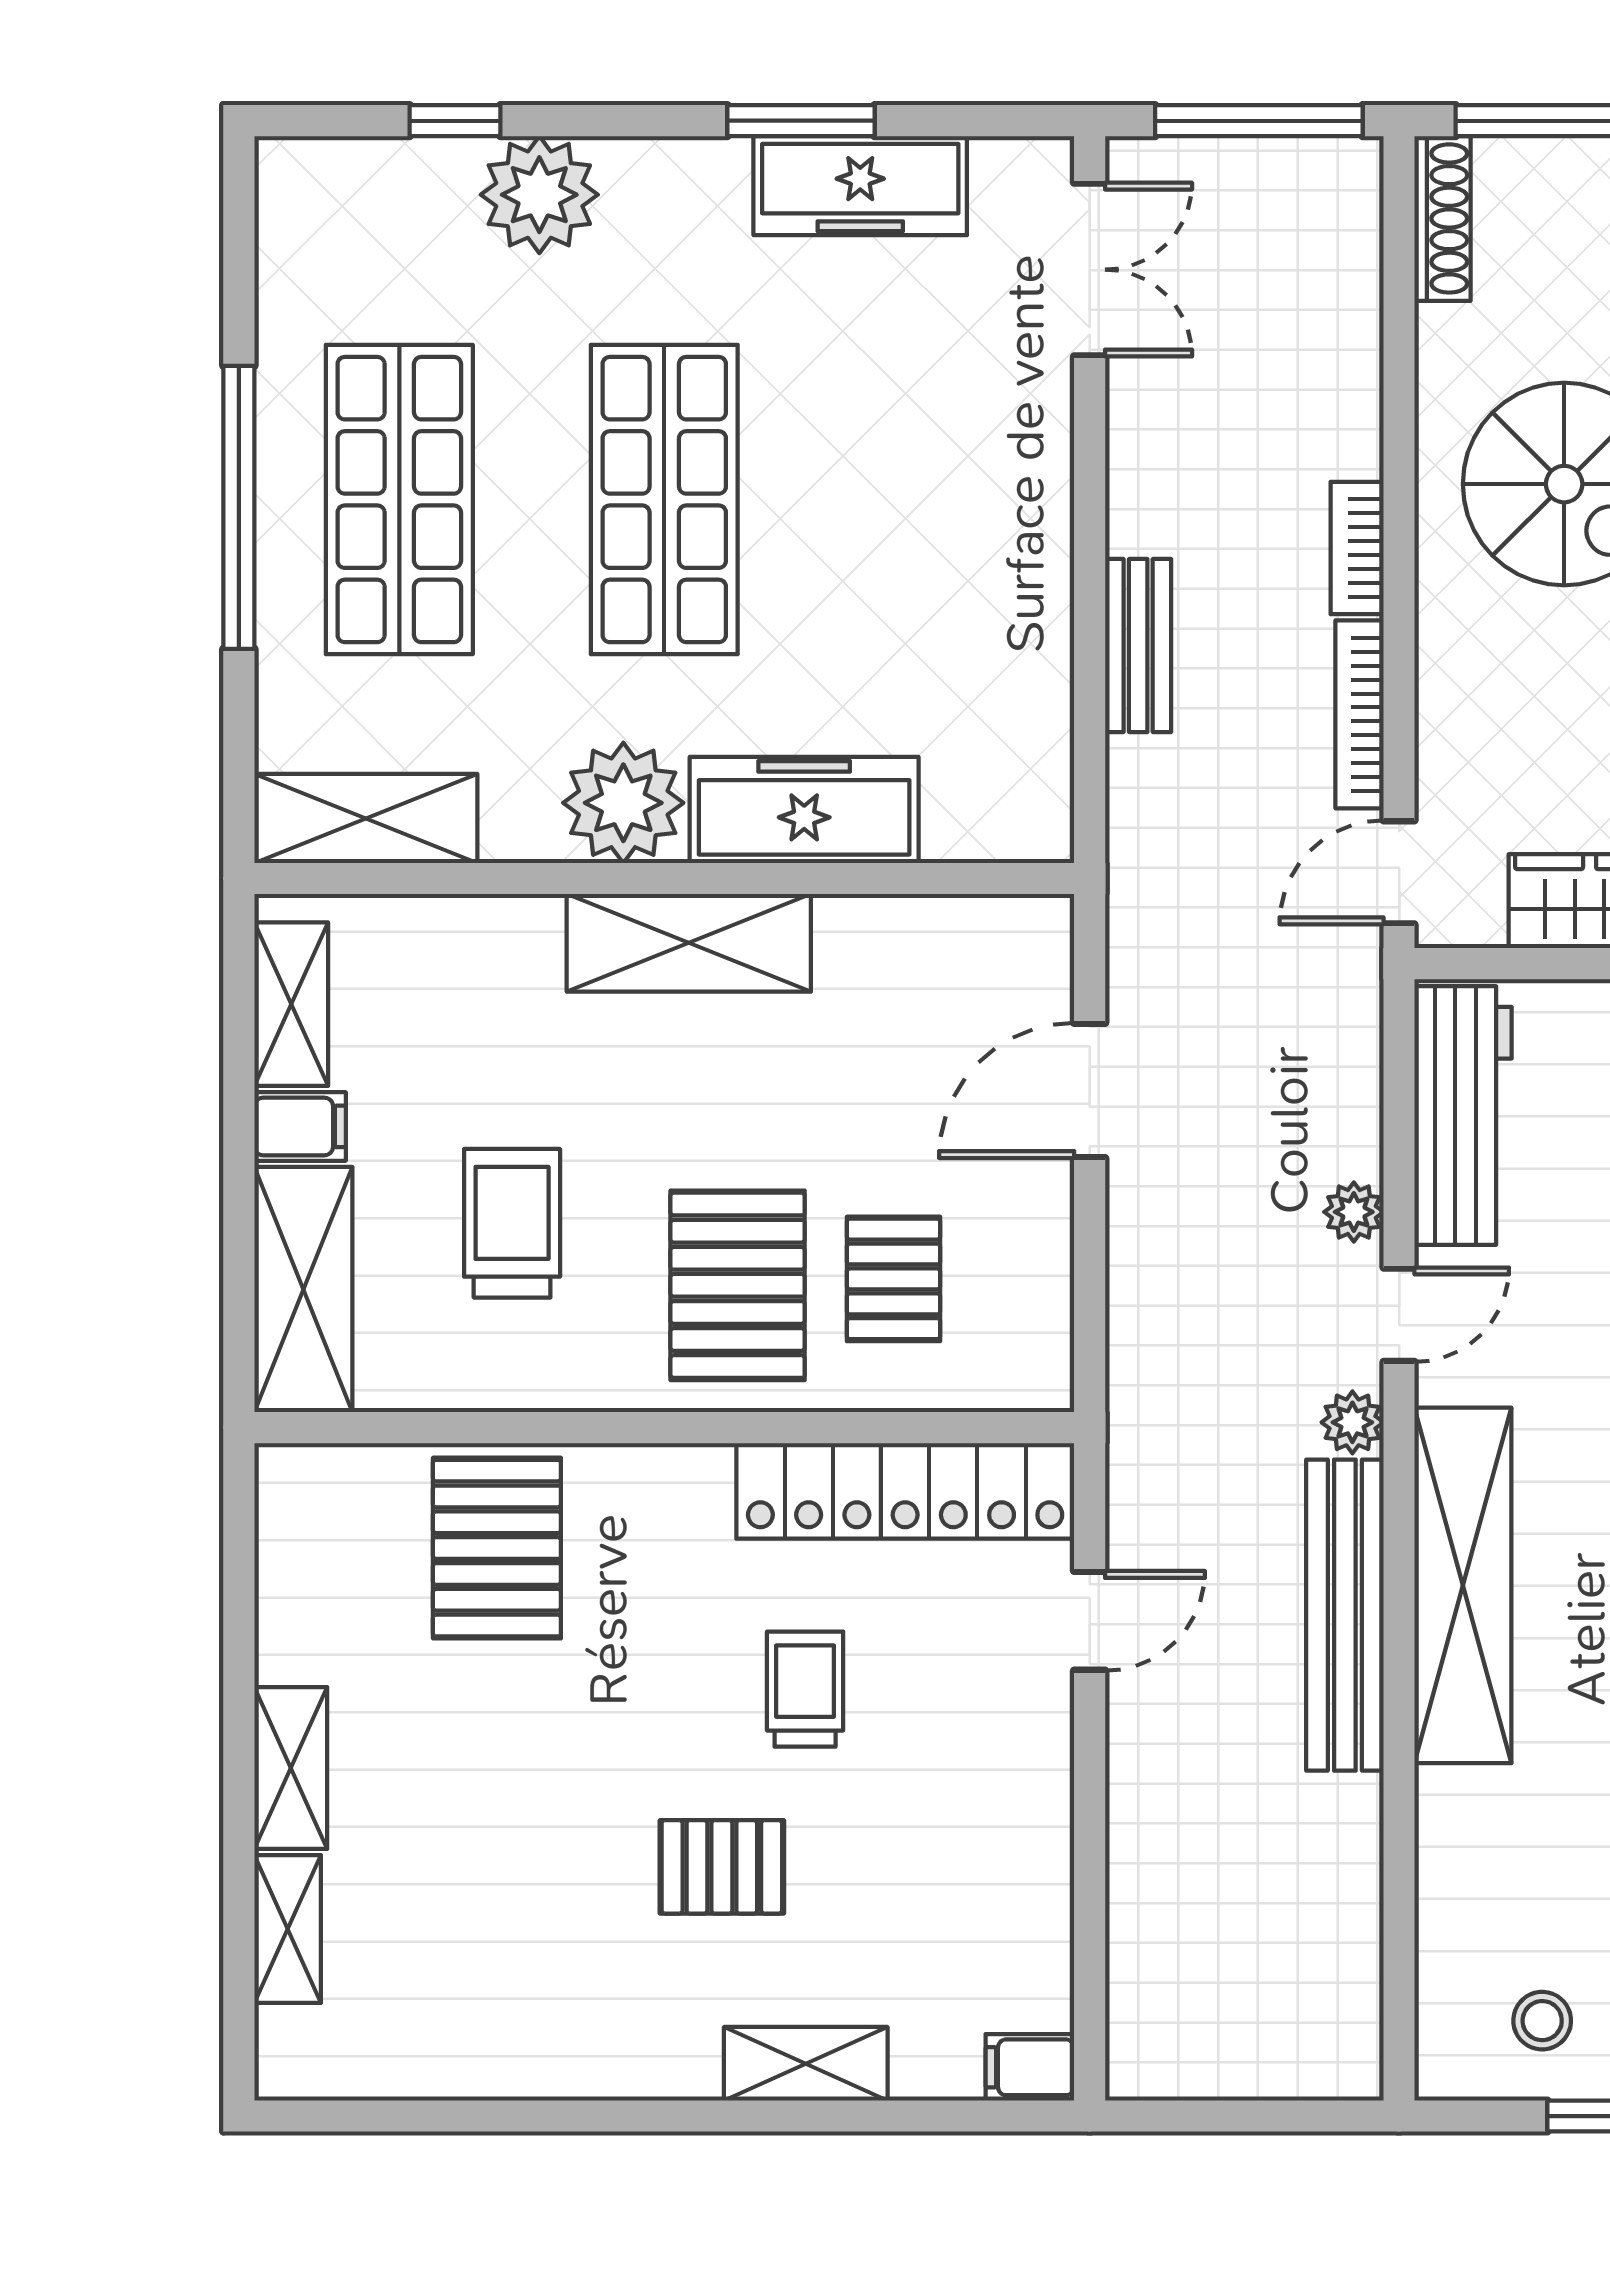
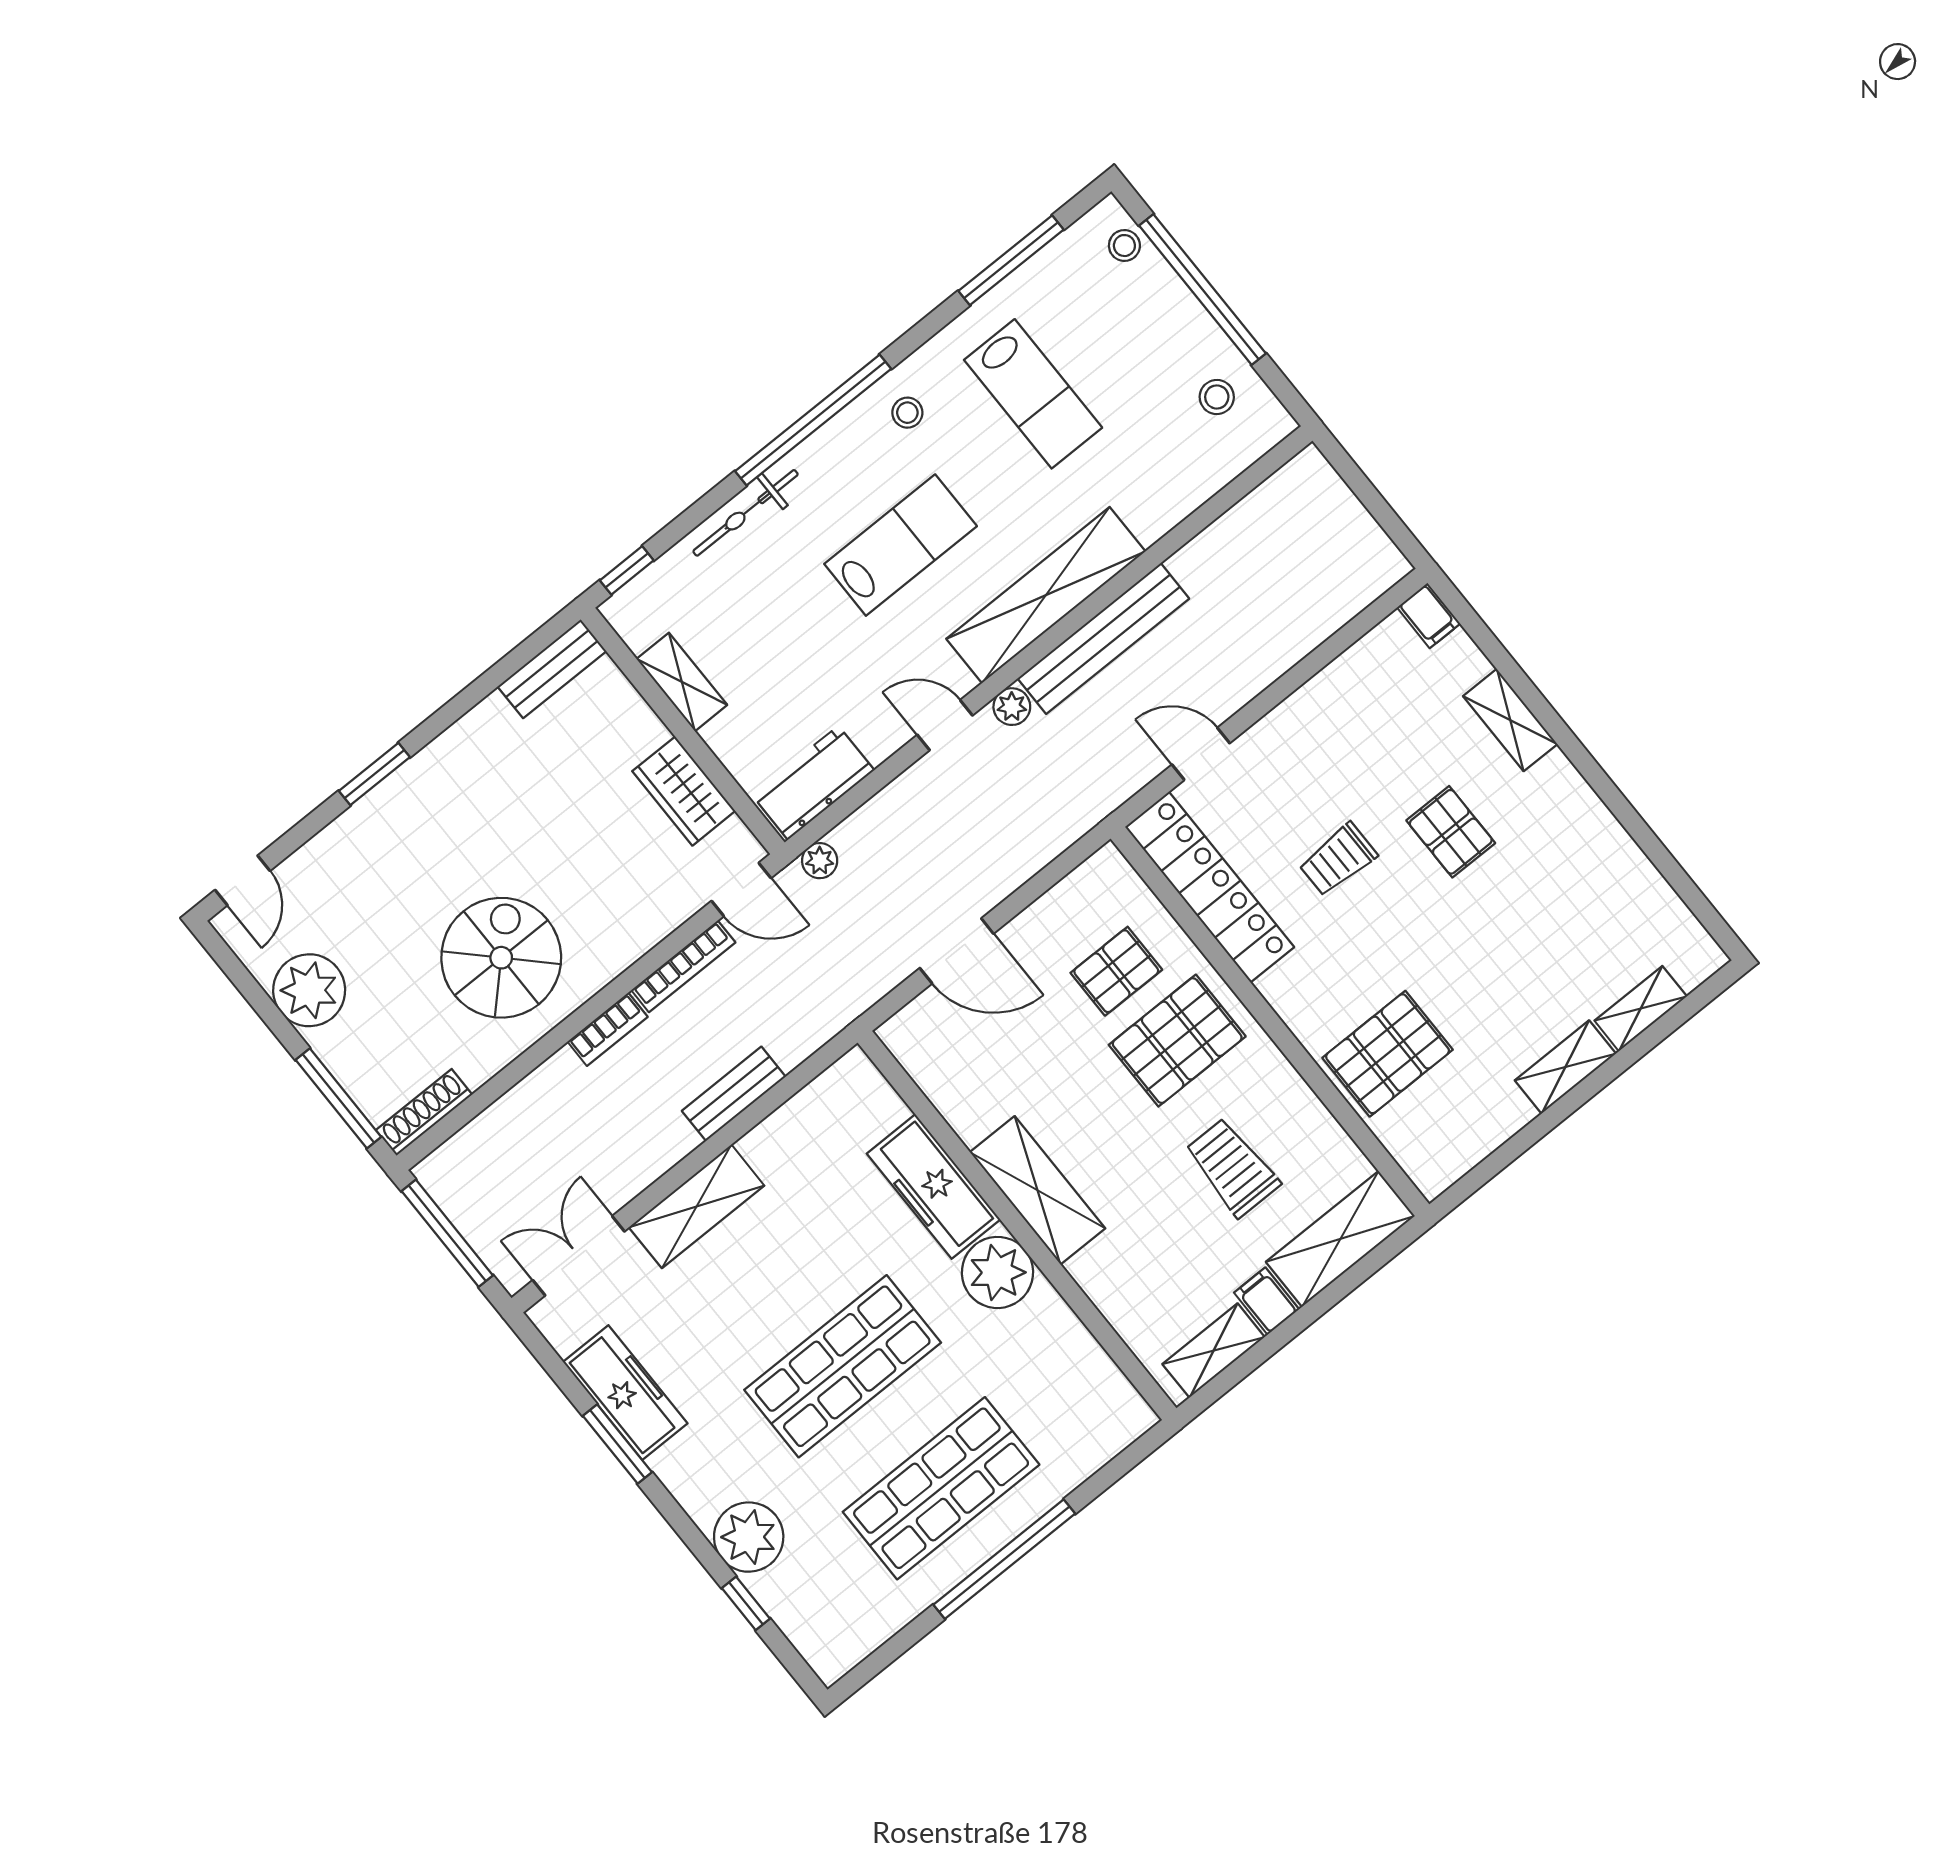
shelving: (366, 818) -> (697, 1206), moved, turned 90
workbench: (1463, 1116) -> (813, 783), width x0.73
plant: (1354, 1212) -> (820, 861), moved
trolley: (512, 1223) -> (1232, 1167), turned 90

